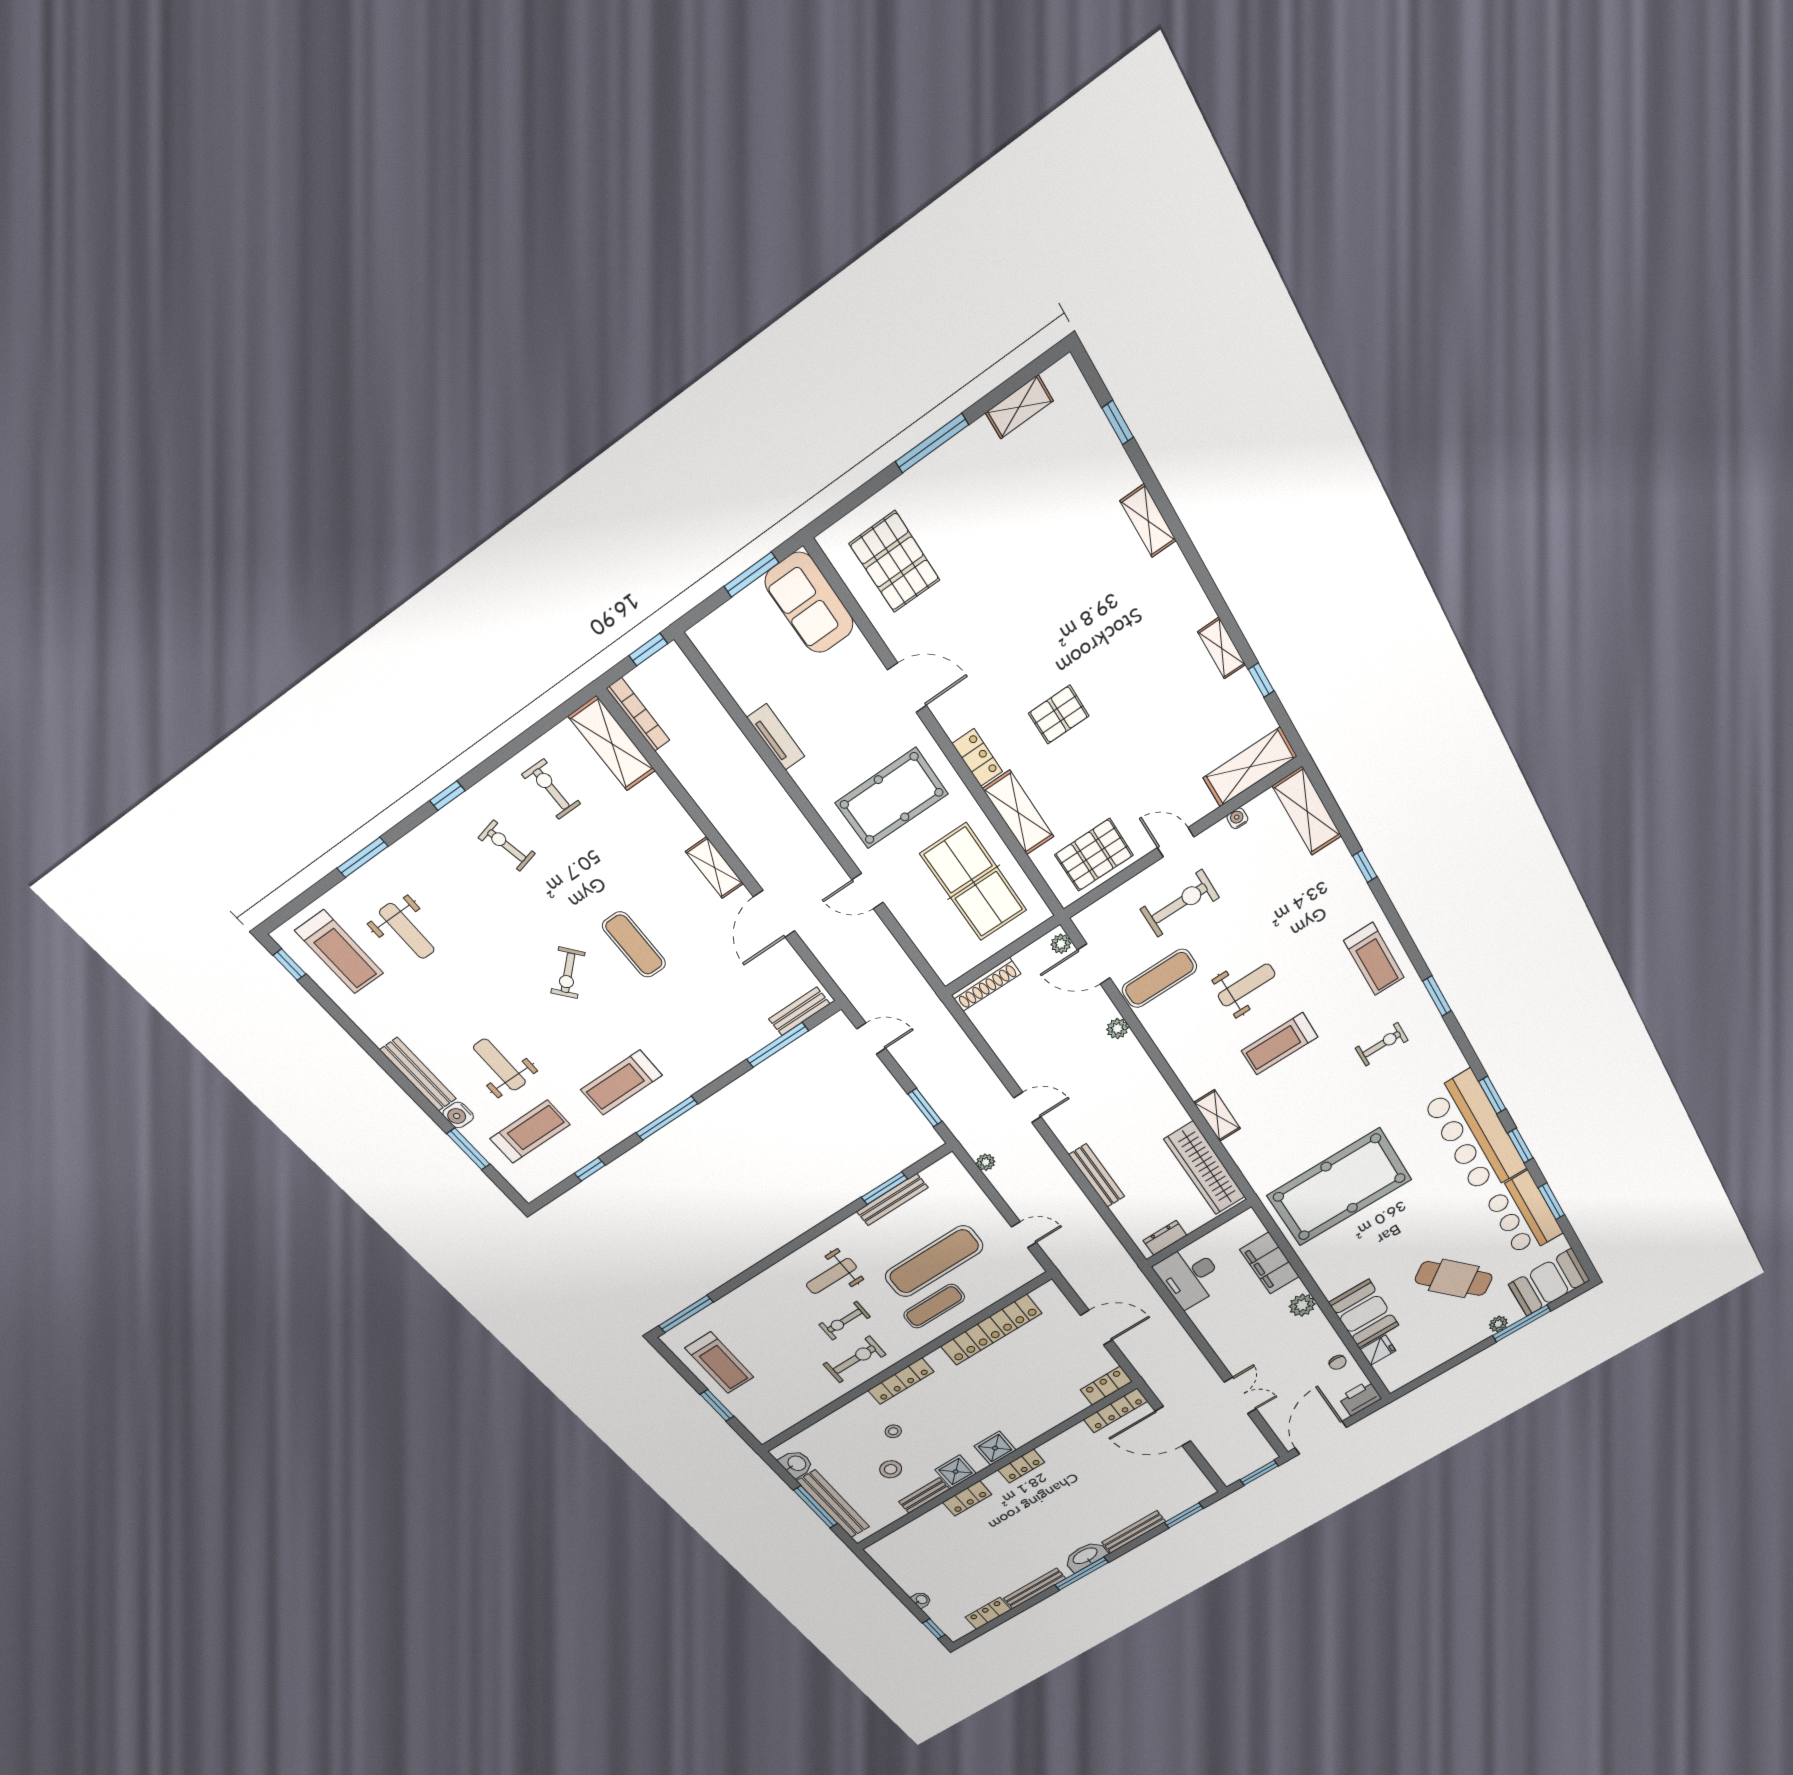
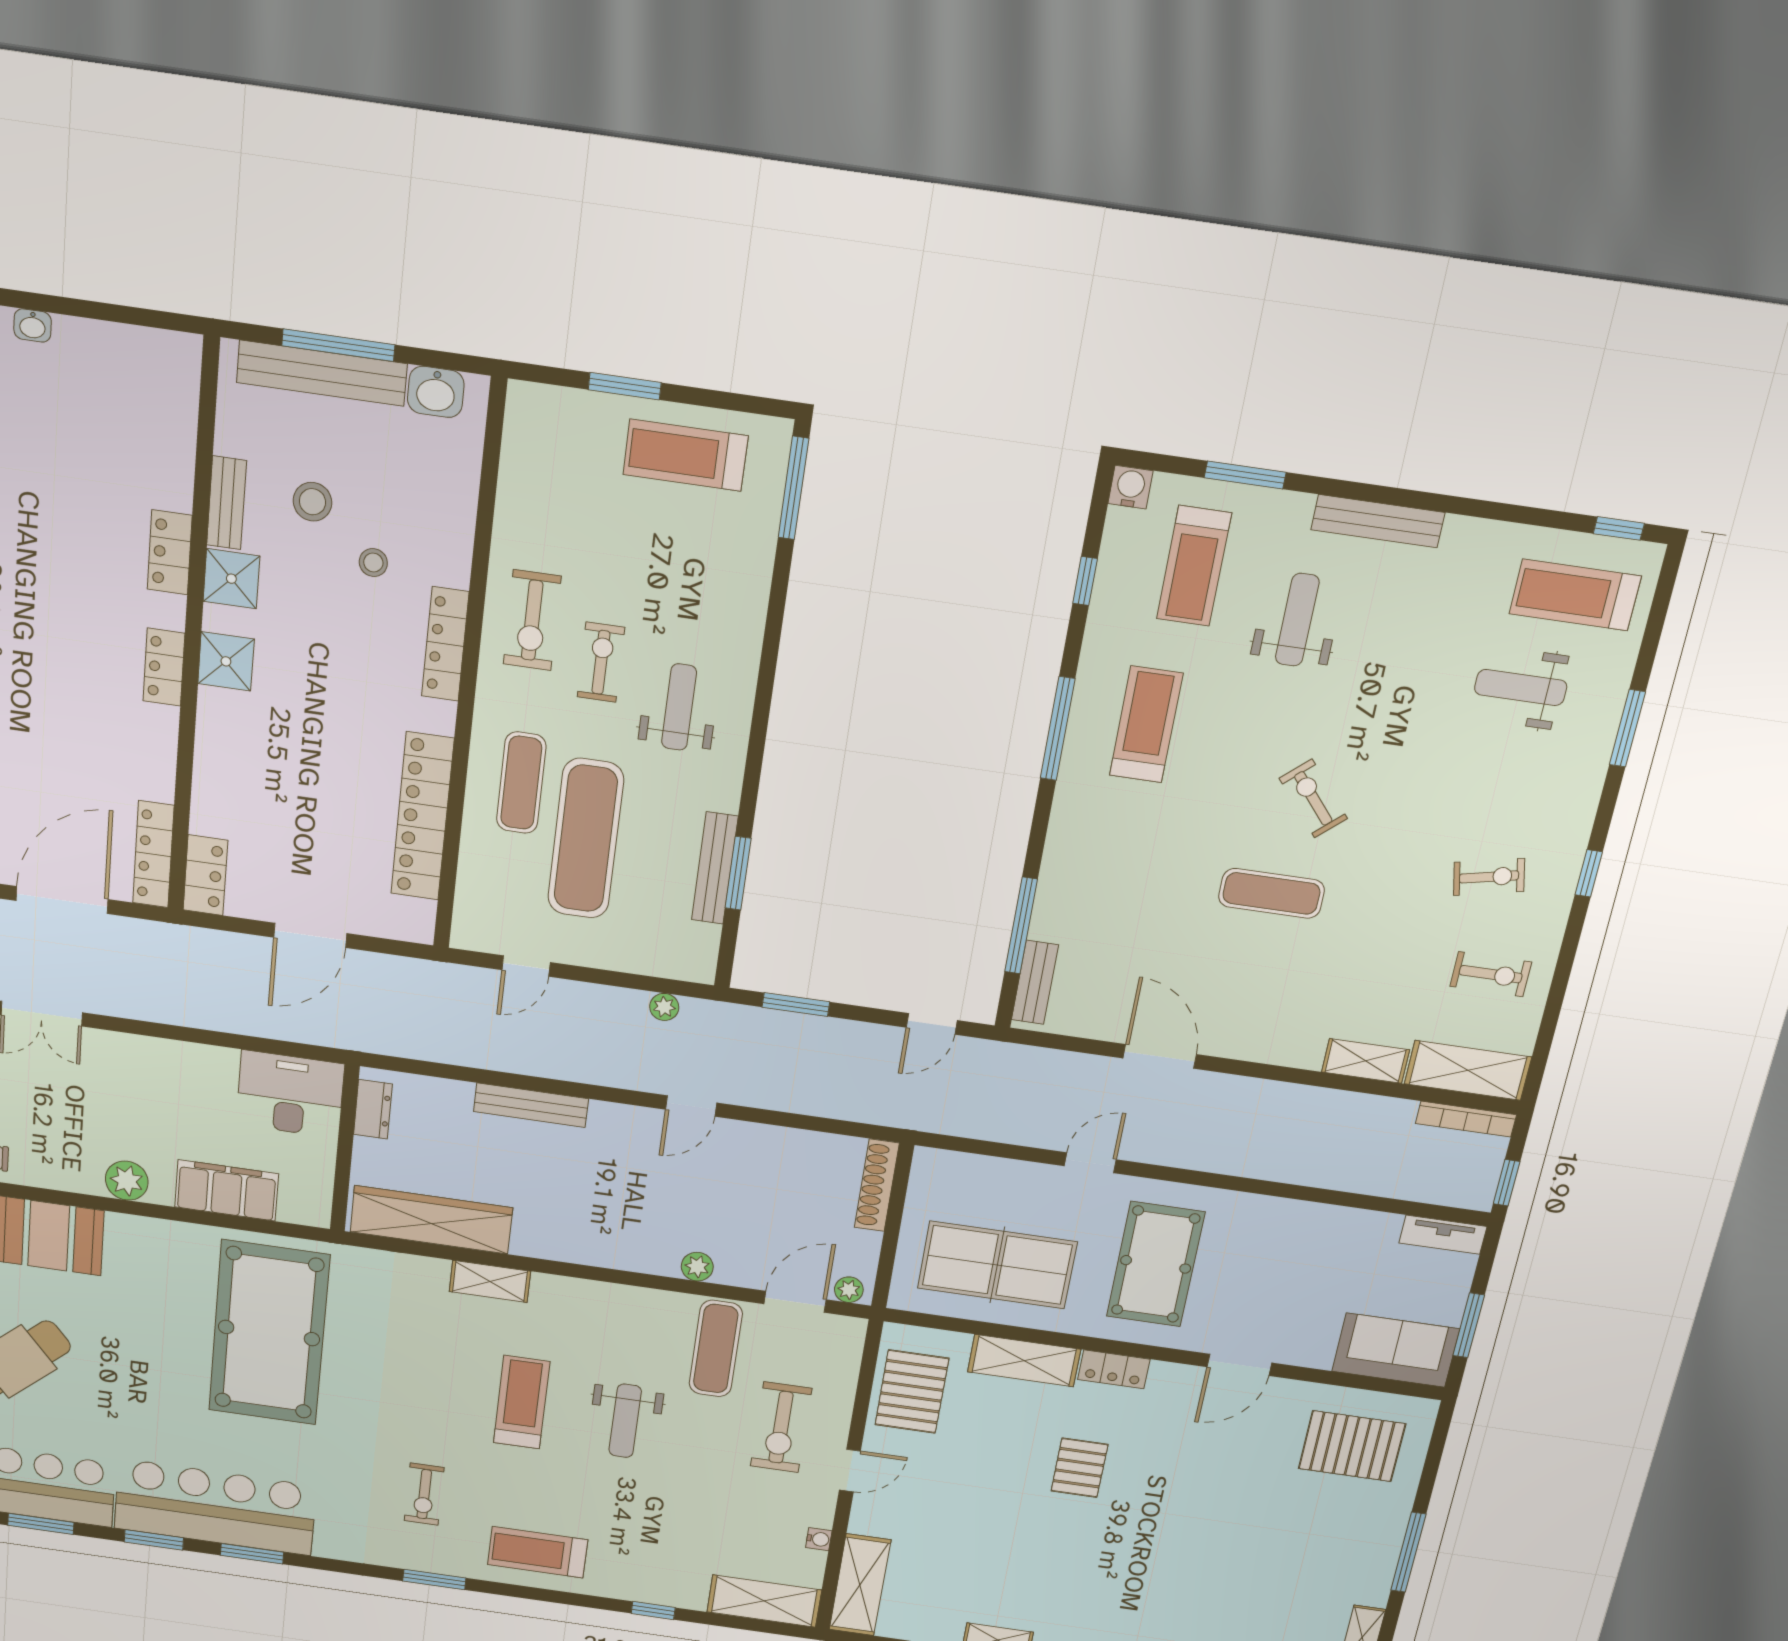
tv unit: (776, 737) -> (1443, 1235), moved
shelving: (715, 868) -> (1366, 1061), moved
weight bench: (500, 1065) -> (1297, 620), turned -90
water cooler: (458, 1115) -> (1131, 487), moved

